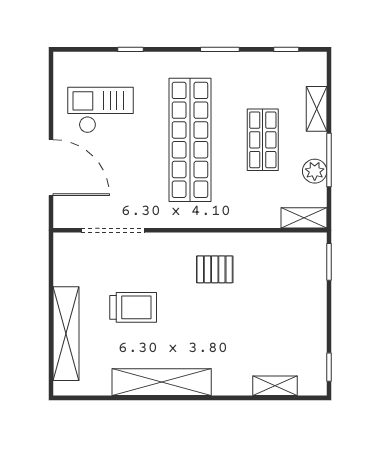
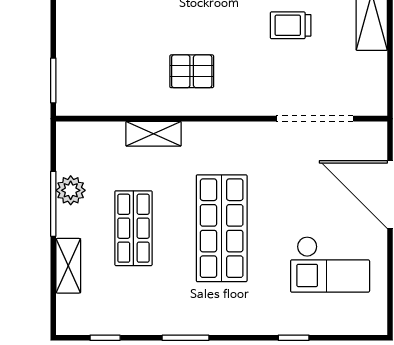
shop shelf: (190, 140) -> (222, 228), width x0.71
shelving: (304, 218) -> (154, 134), moved
trolley: (133, 307) -> (291, 25), width x0.73, depth x0.72

